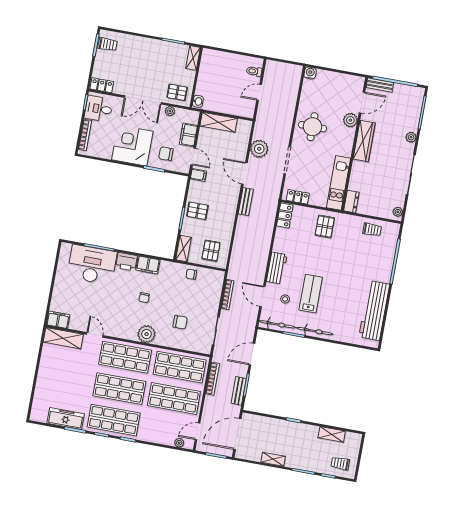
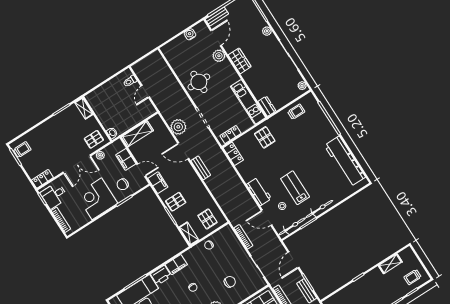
water cooler: (310, 73) -> (190, 34), moved
wardrobe: (364, 141) -> (240, 61), width x0.67
filing cabinet: (198, 175) -> (158, 183), width x2.00

